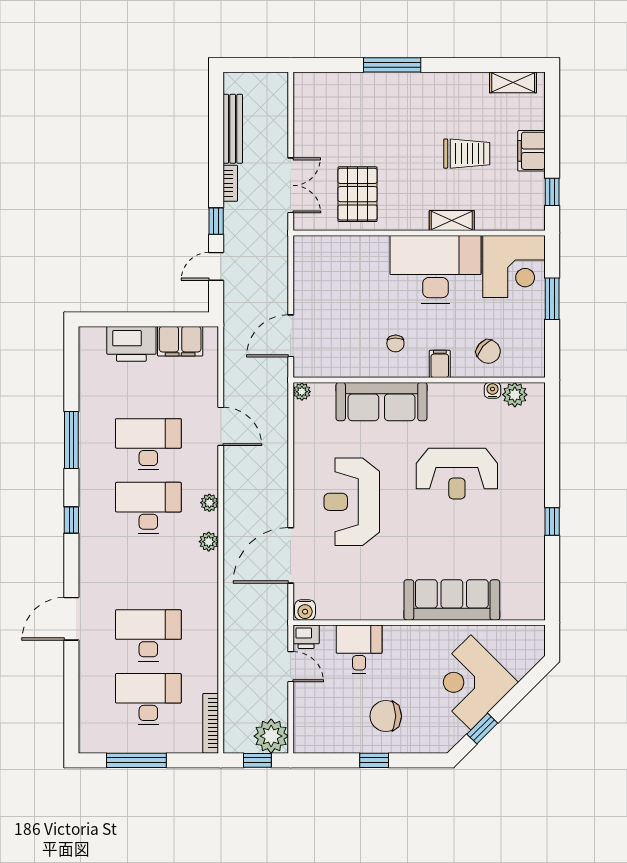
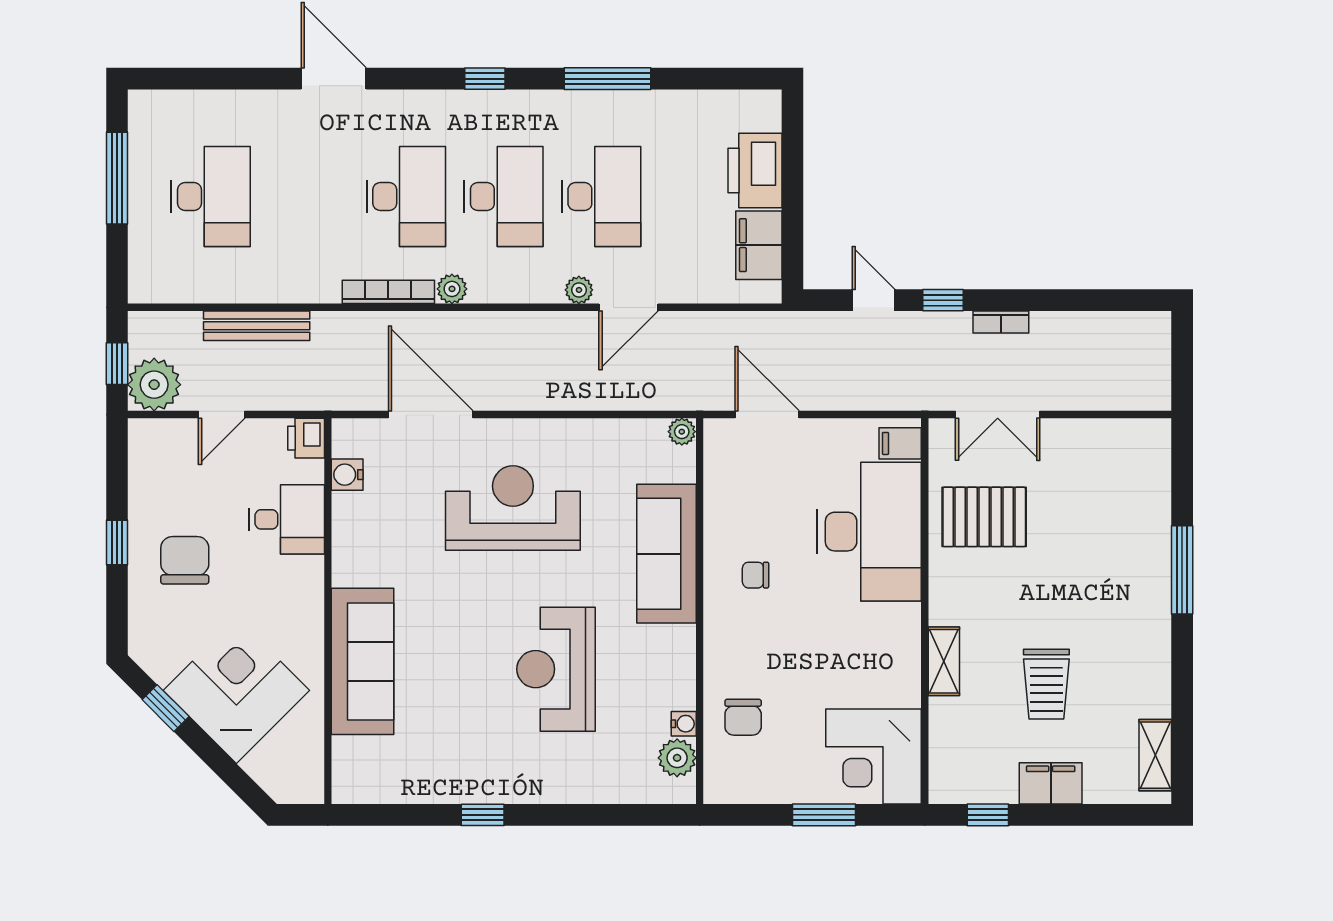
bench: (233, 129) -> (257, 326), moved
desk: (436, 269) -> (869, 532), moved
chair: (488, 352) -> (743, 717), turned -41
filing cabinet: (440, 364) -> (900, 443), moved, turned 180
plant: (209, 503) -> (579, 290), moved
water cooler: (305, 610) -> (347, 475), moved
desk: (148, 635) -> (406, 197), moved
door: (291, 667) -> (222, 415), moved
bookcase: (211, 723) -> (388, 292), moved

